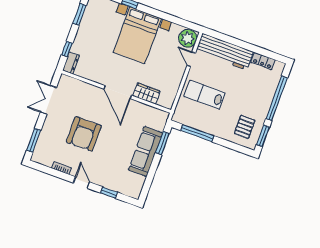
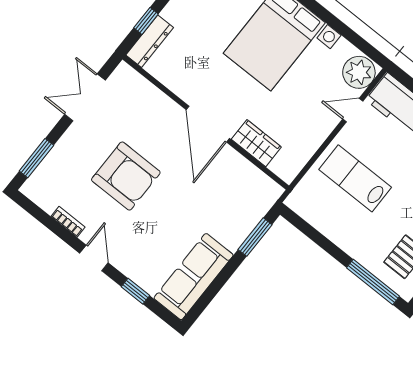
door: (191, 59) -> (353, 110), hinge flipped
dresser: (71, 63) -> (150, 41), width x1.44
window: (197, 133) -> (373, 282), moved
armchair: (84, 134) -> (126, 176), turned -90
sofa: (146, 152) -> (194, 277), moved

